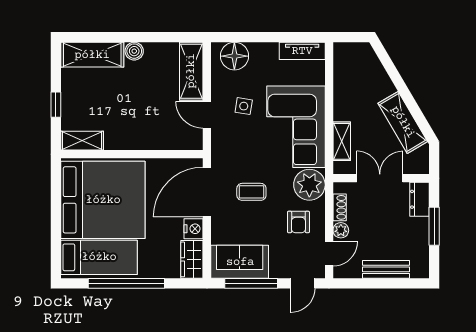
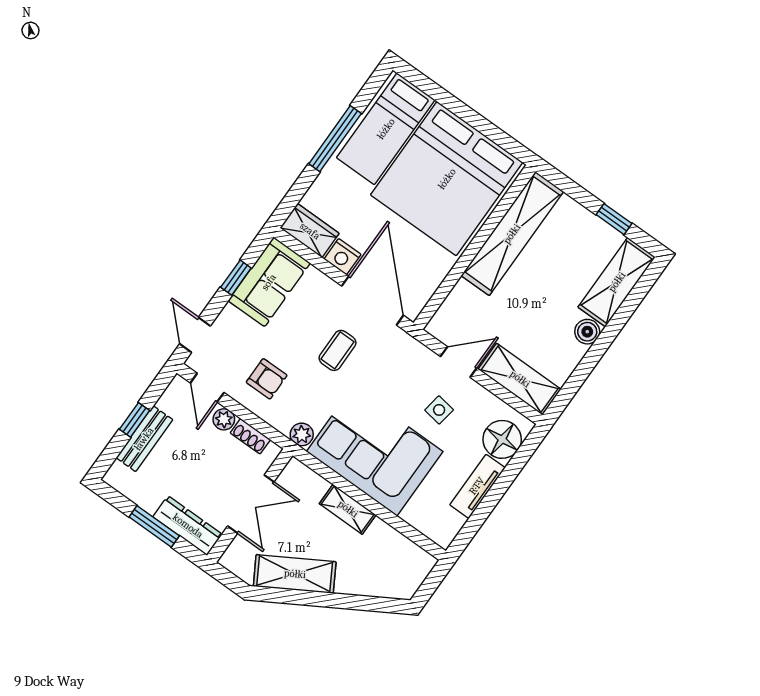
tv unit: (302, 51) -> (477, 486), moved
window: (56, 105) -> (614, 219), moved
shelving: (82, 141) -> (512, 234), width x2.20, depth x1.33
shelving: (342, 141) -> (348, 509), moved
plant: (309, 185) -> (302, 434), width x0.53, depth x0.53
dresser: (419, 199) -> (188, 526), width x1.44
armchair: (298, 222) -> (267, 379), turned 180
window: (126, 283) -> (335, 139), width x0.68
window: (251, 283) -> (236, 278), width x0.46
window: (379, 283) -> (135, 420), added

